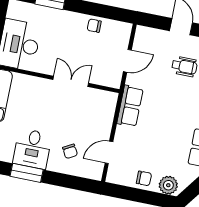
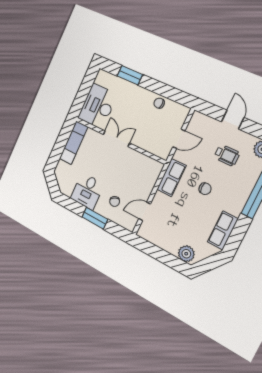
double door: (71, 81) -> (116, 139), moved
window: (27, 173) -> (95, 218), moved
chair: (144, 178) -> (205, 189), moved

